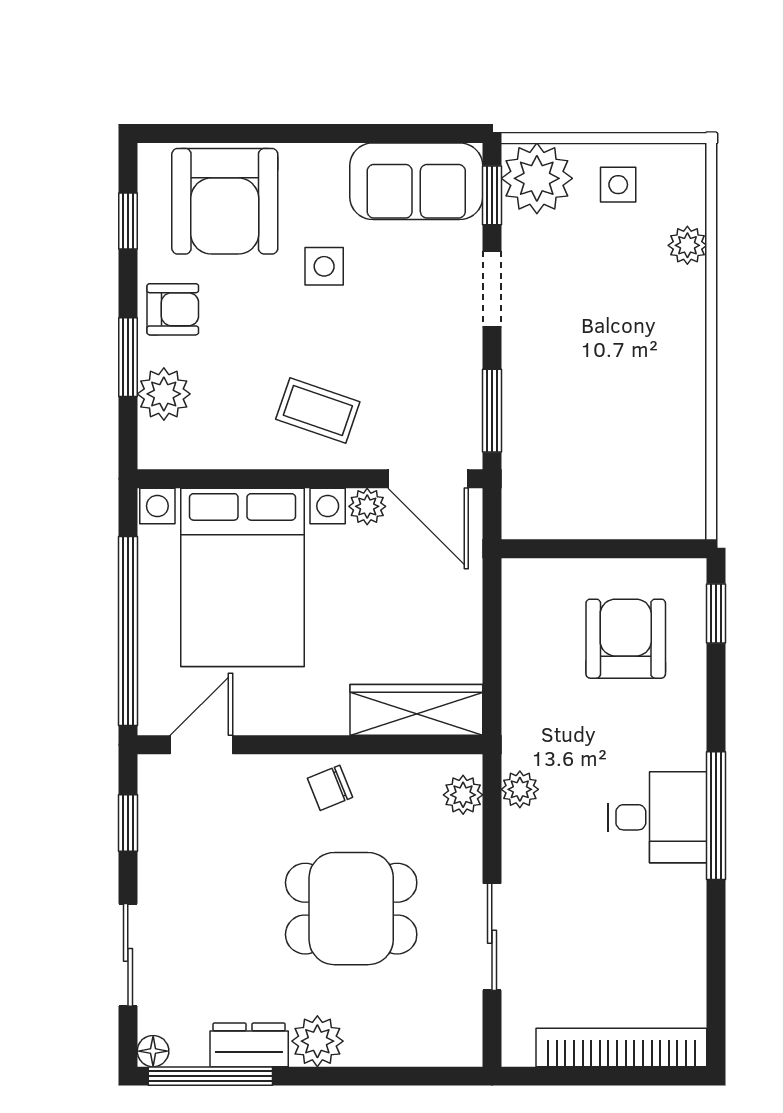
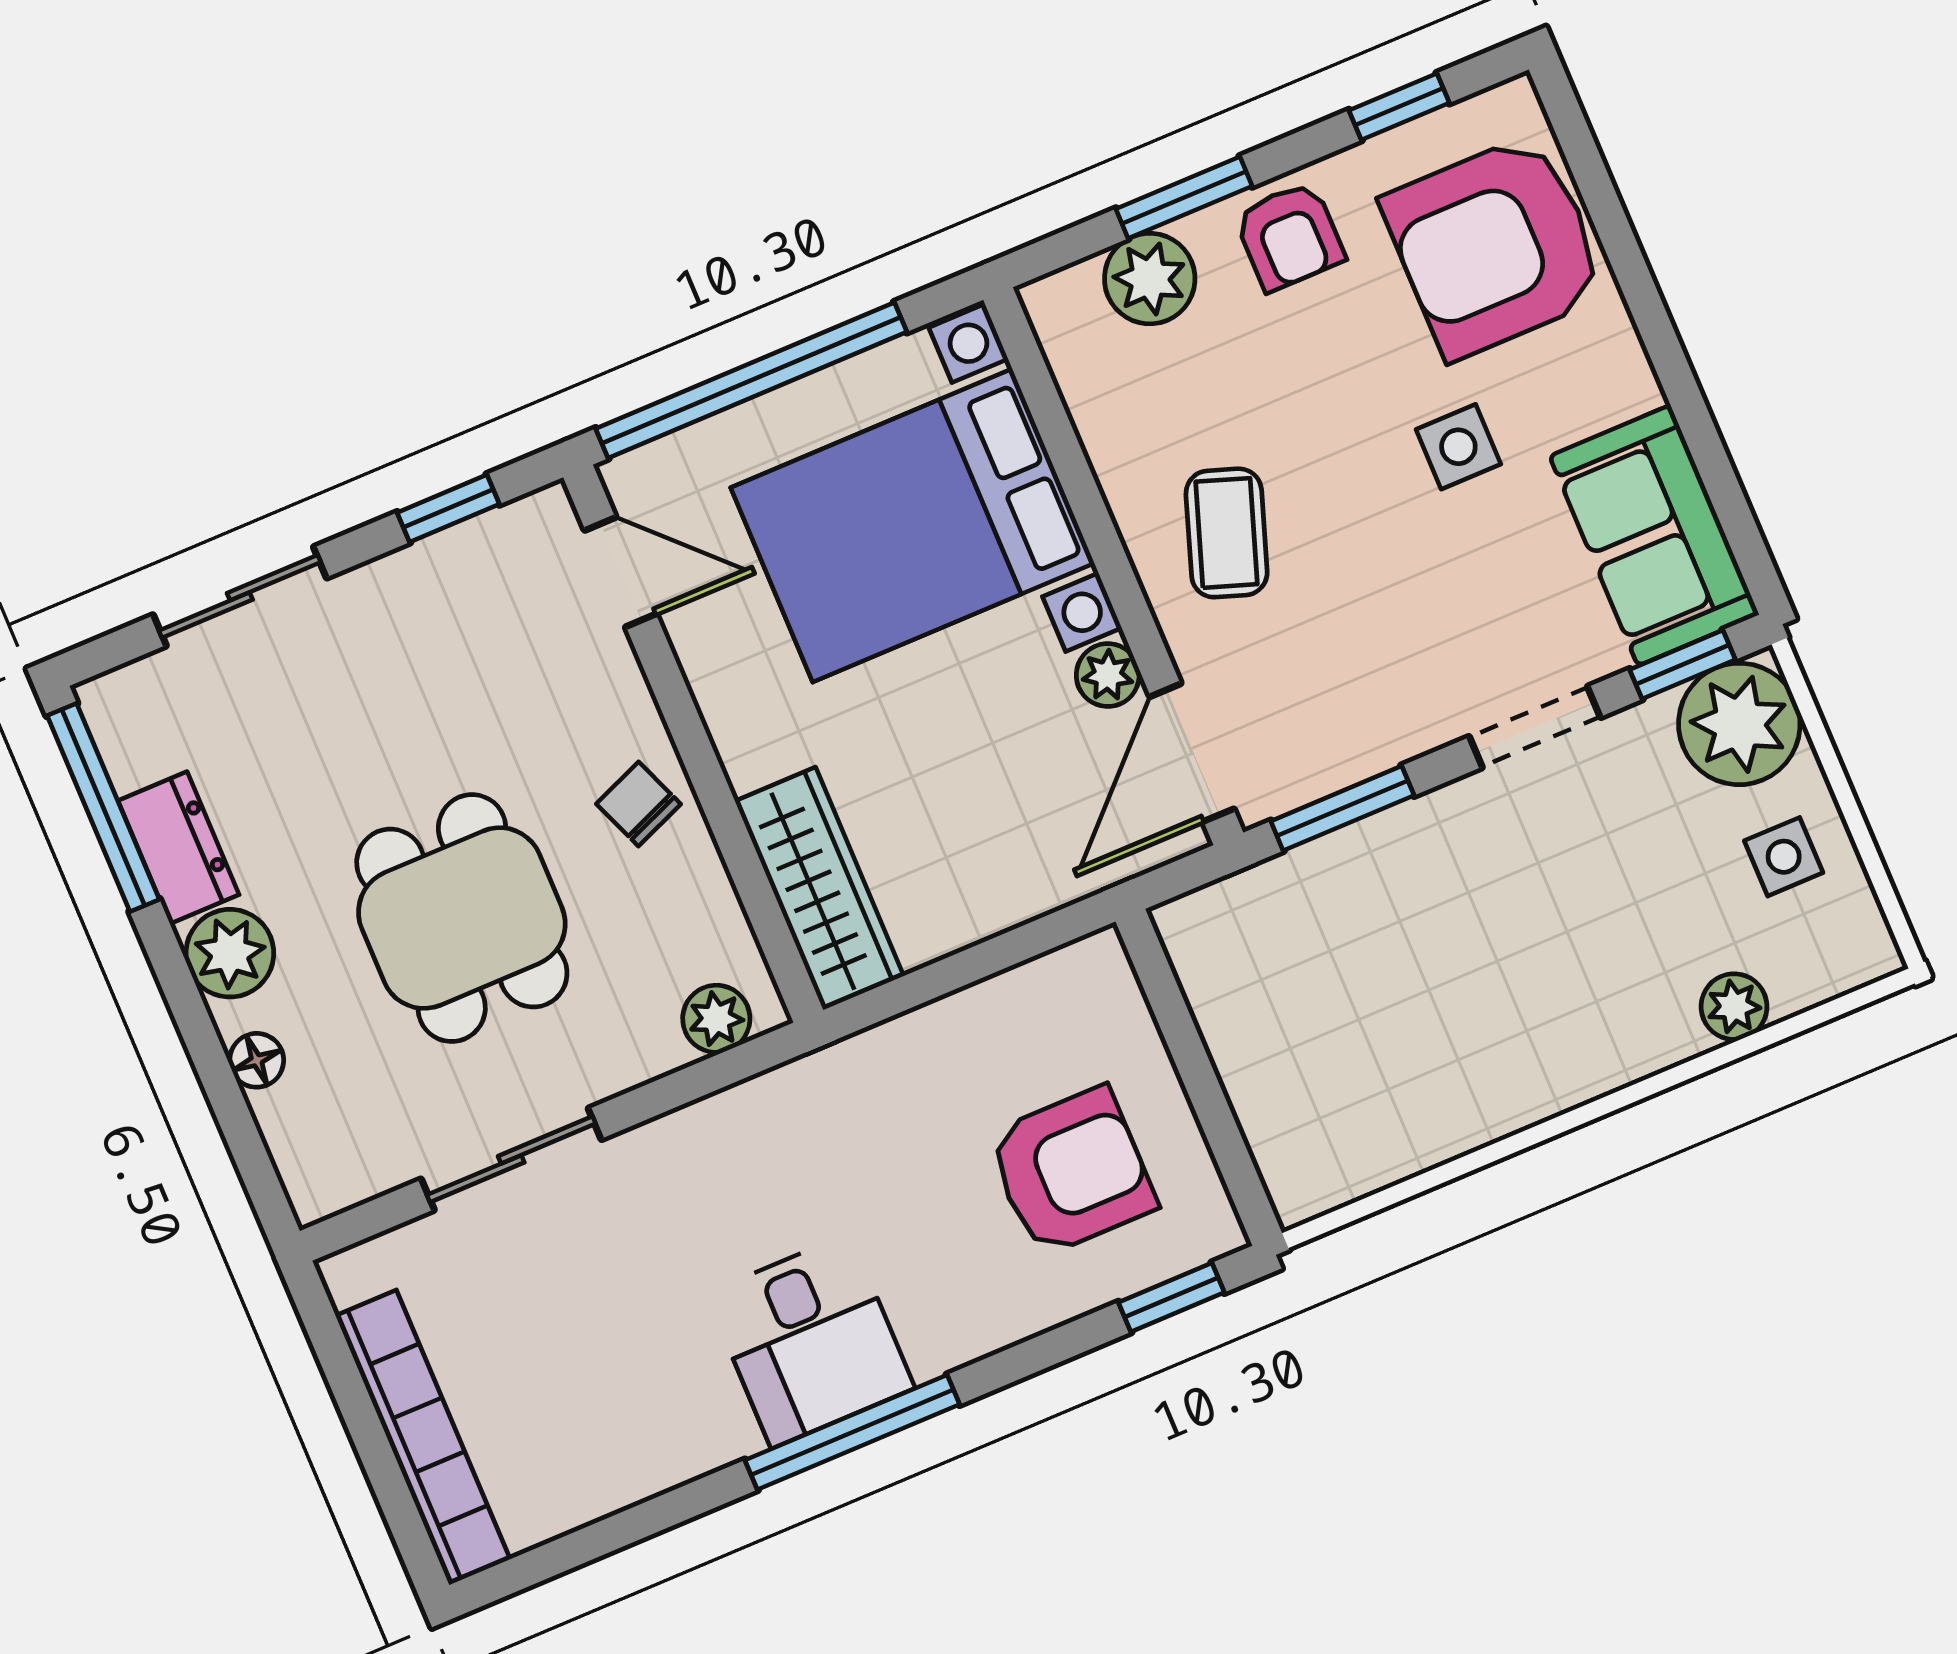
plant: (520, 789) -> (763, 1105), removed
floor lamp: (153, 1051) -> (257, 1060), moved

